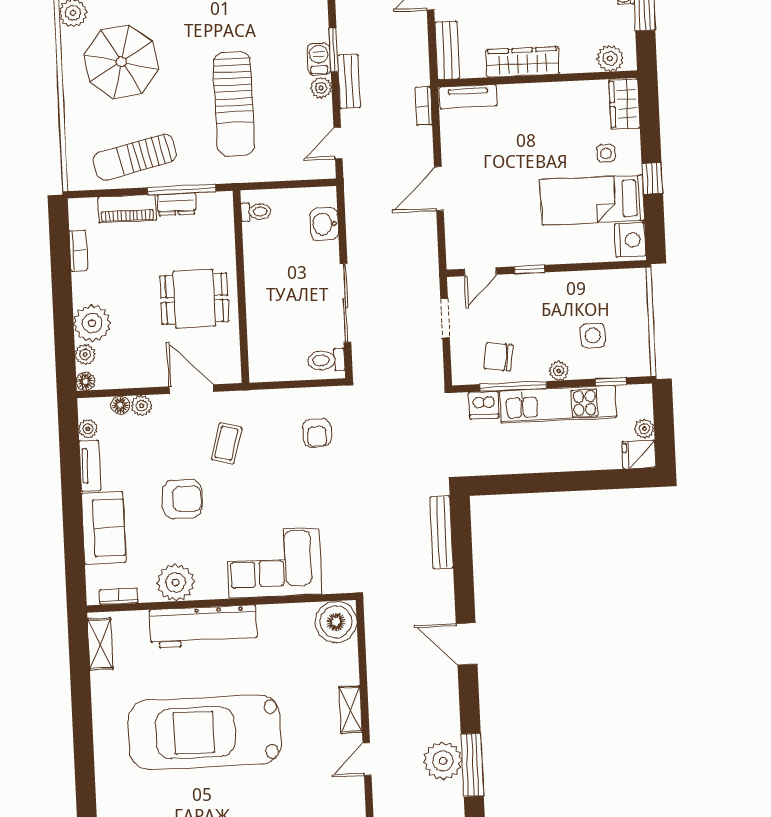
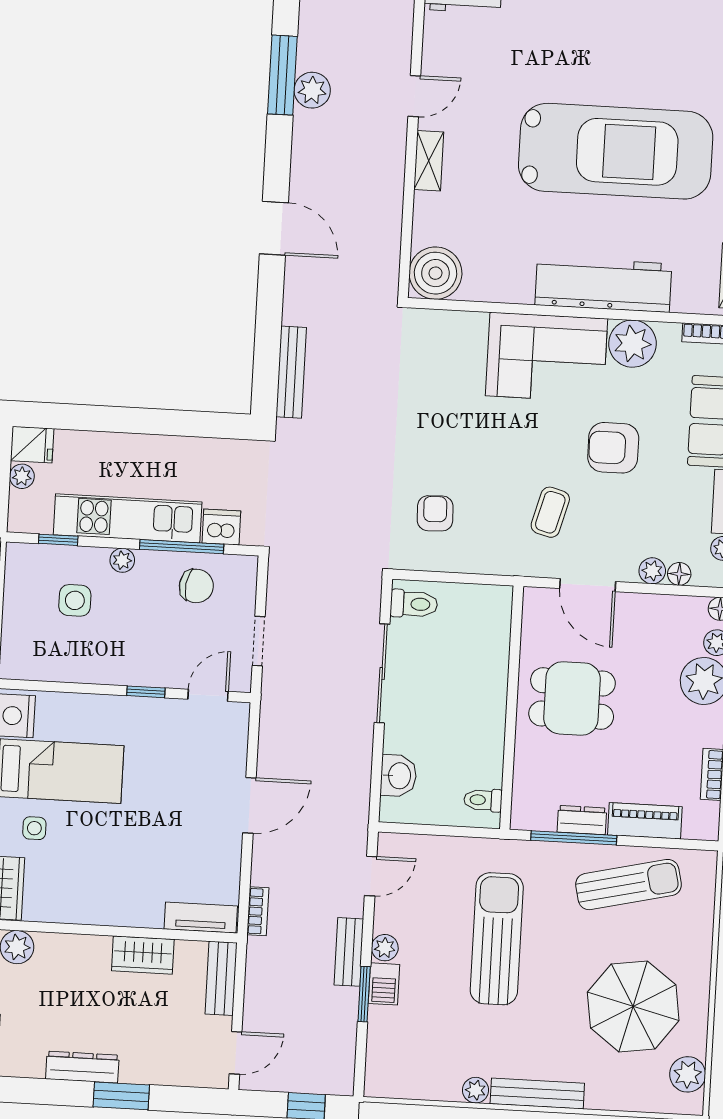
wardrobe: (523, 62) -> (143, 955), width x0.67
corner sofa: (274, 563) -> (547, 357), moved
plant: (443, 761) -> (312, 90), width x0.73, depth x0.73

